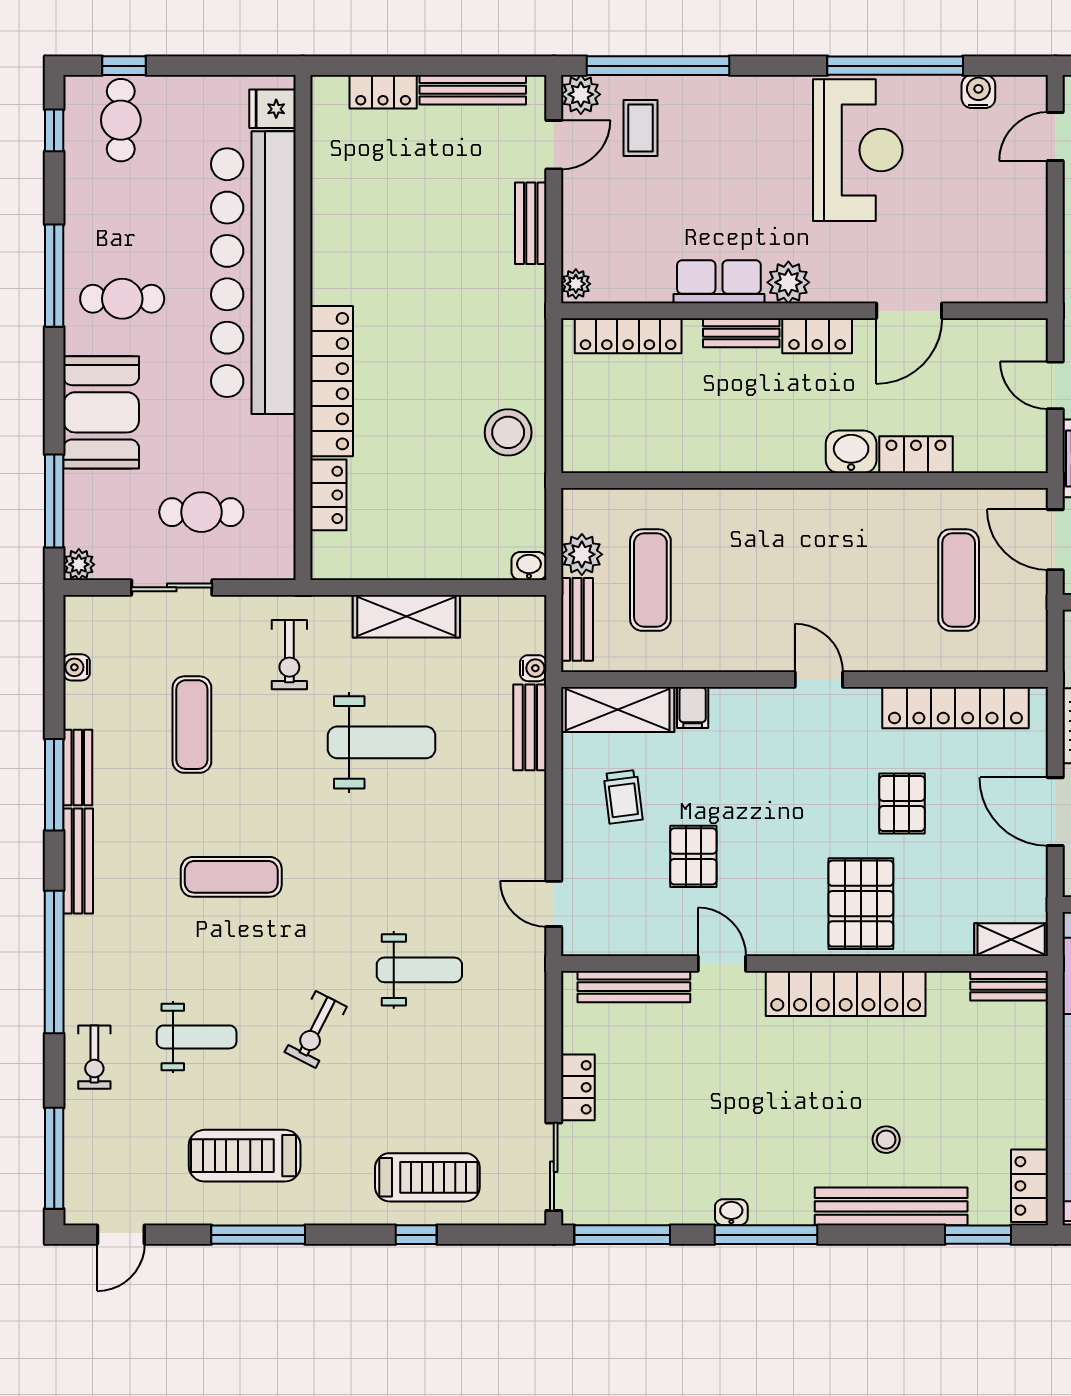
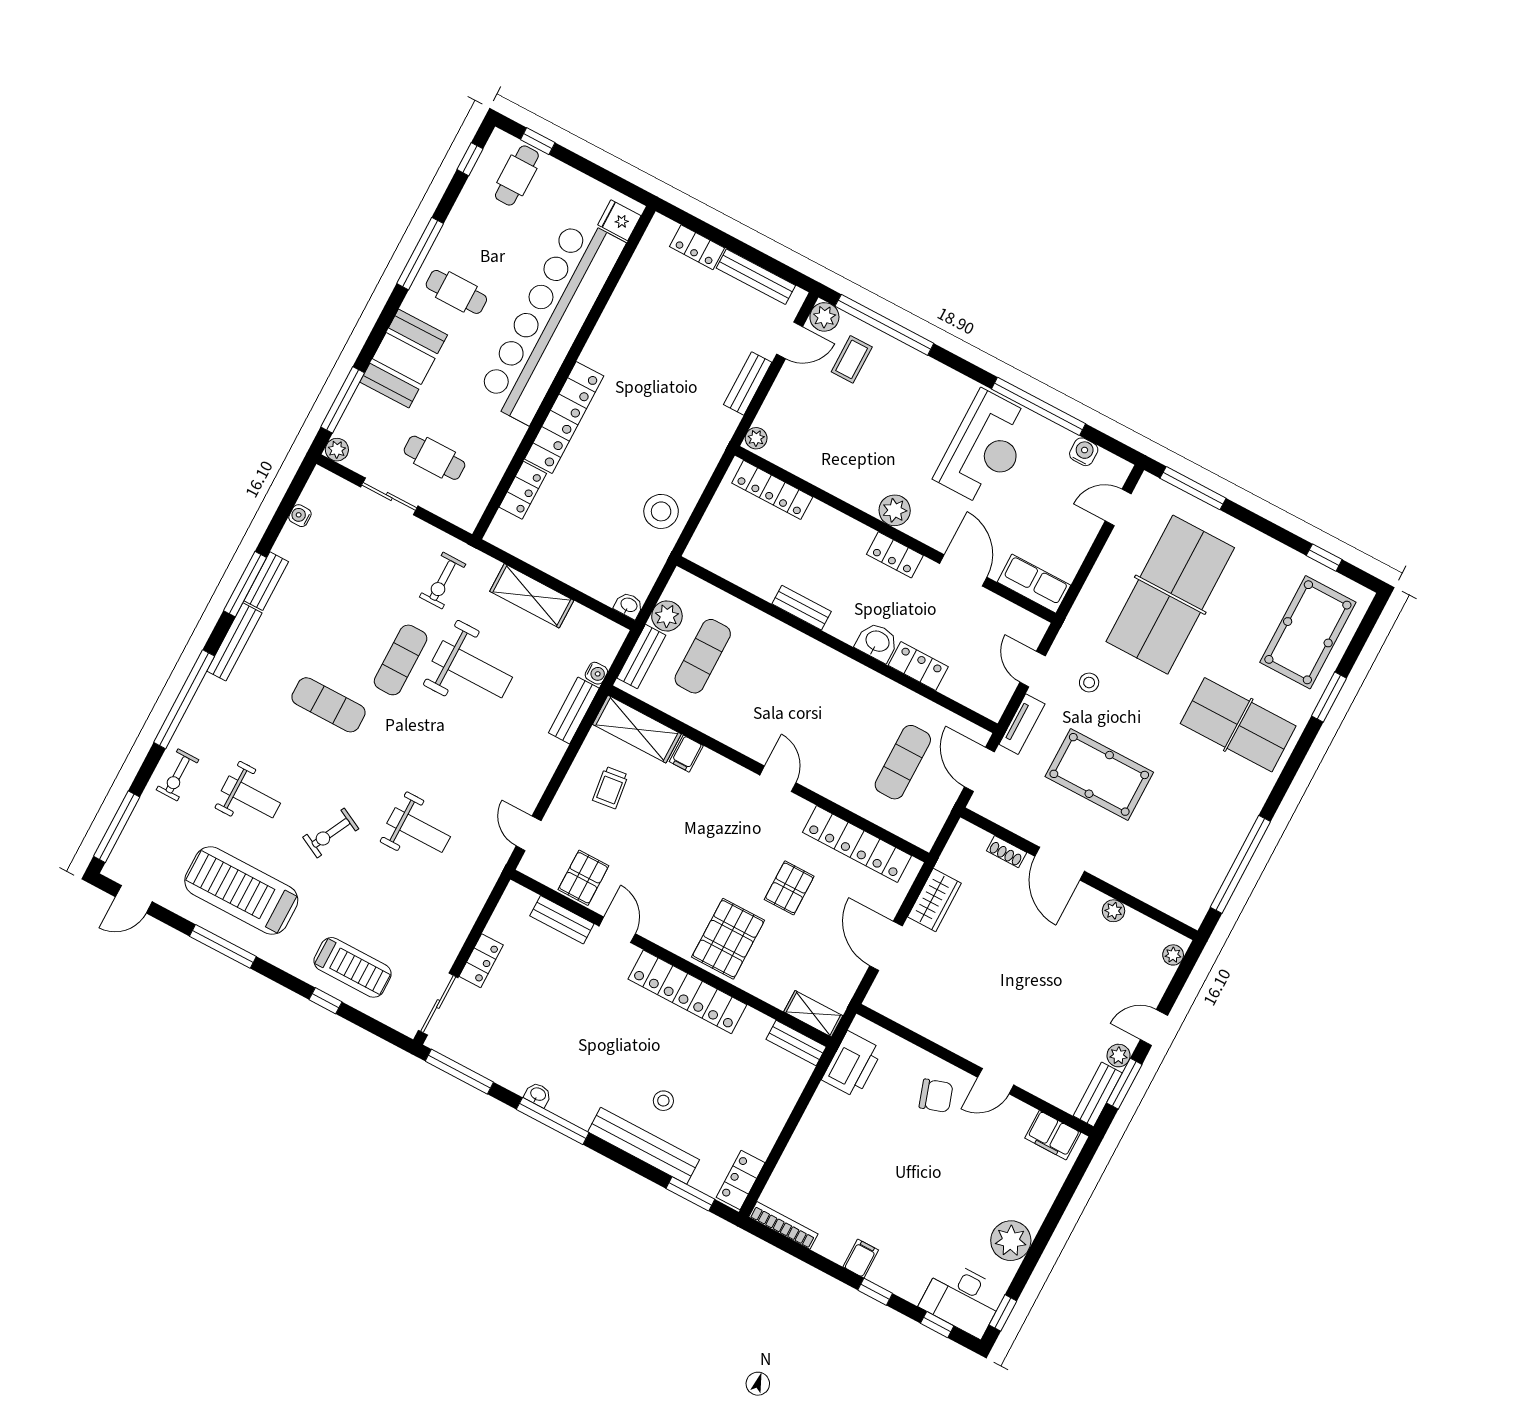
row of seats: (719, 282) -> (1034, 584), moved
door: (909, 311) -> (963, 570), swing flipped
bench: (741, 333) -> (802, 608), moved
exercise mat: (192, 725) -> (401, 660), moved
pallet: (693, 856) -> (583, 878), moved
bench: (634, 987) -> (562, 920), width x0.73
treadmill: (245, 1156) -> (241, 890), width x1.37, depth x1.38

